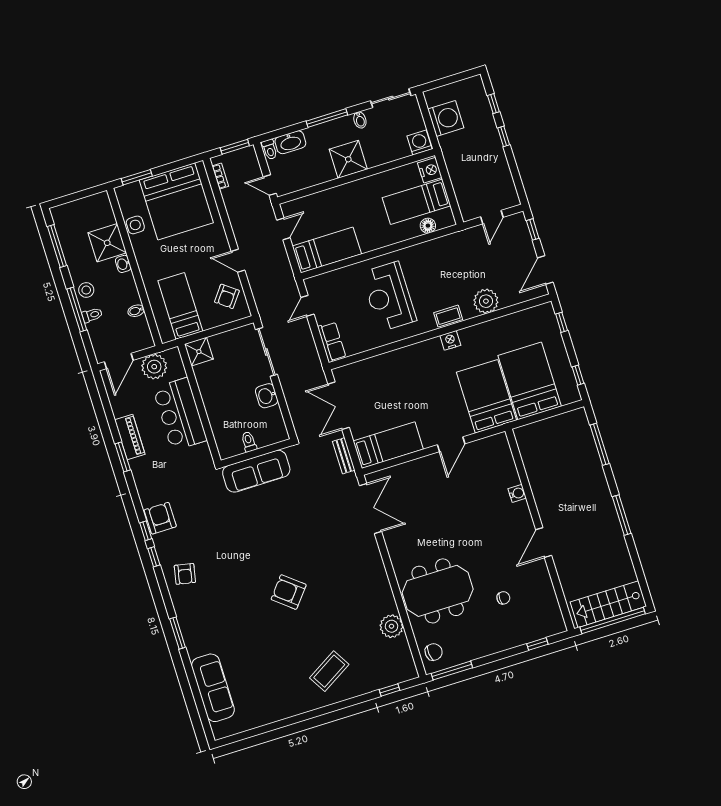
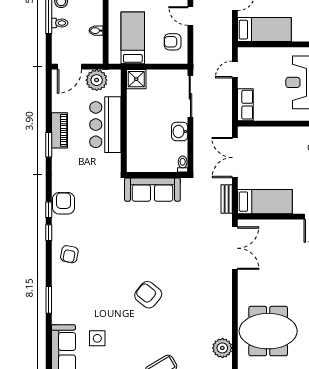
armchair: (227, 296) -> (173, 42), turned 53
toilet: (249, 442) -> (183, 164), moved
side table: (246, 659) -> (97, 338), added

